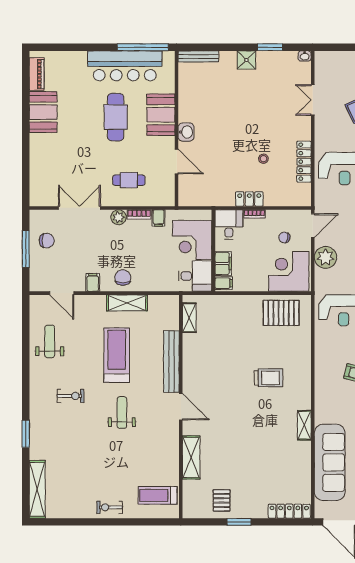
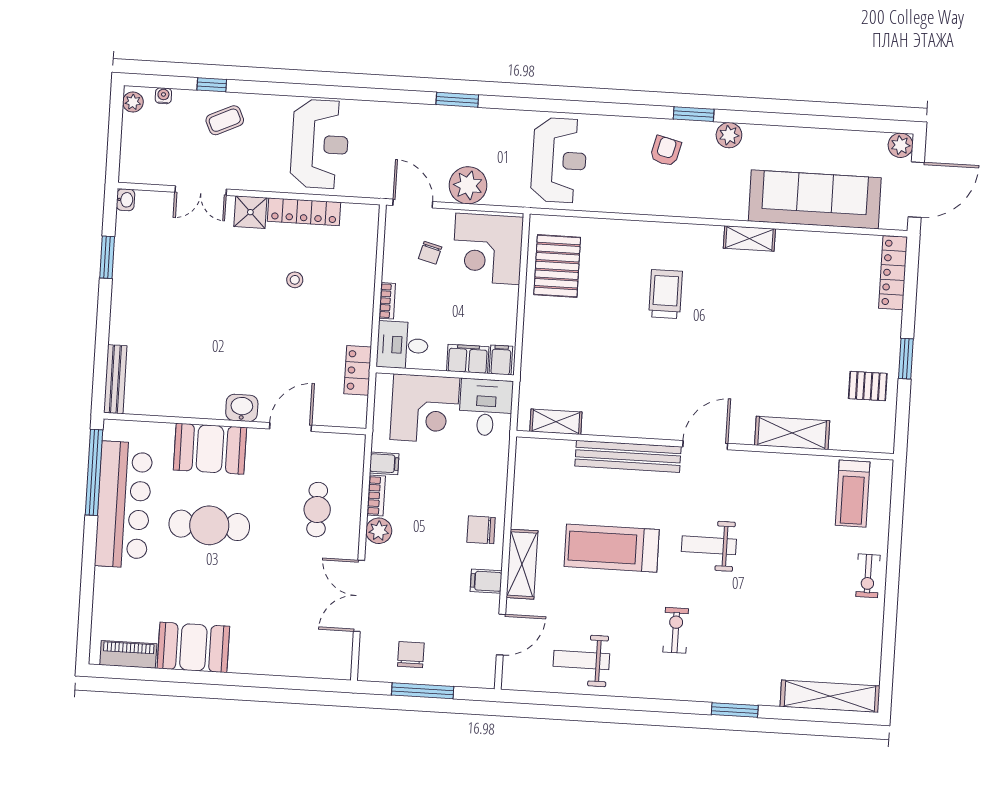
shower: (246, 60) -> (250, 212), moved
locker: (249, 199) -> (358, 370), moved
shelving: (127, 303) -> (522, 564), moved

